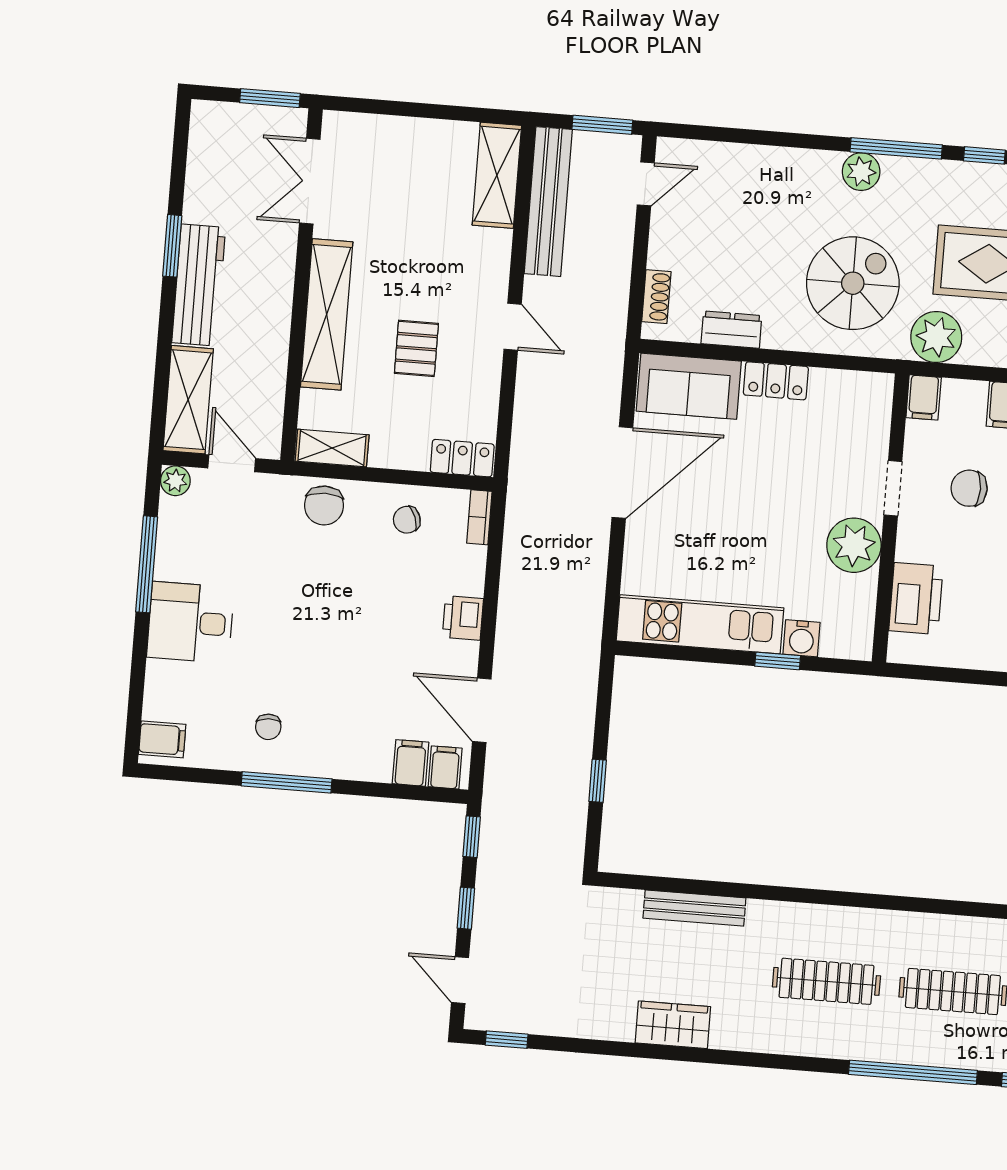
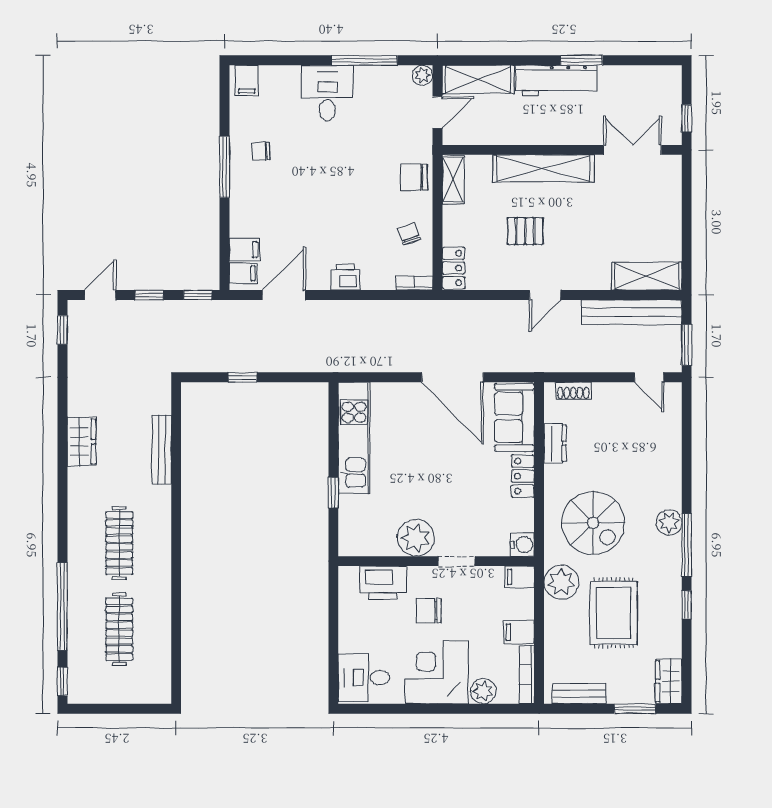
window: (270, 98) -> (687, 118), width x0.67
chair: (969, 488) -> (429, 611), moved, turned -90
water cooler: (802, 638) -> (522, 545), moved, turned 180

